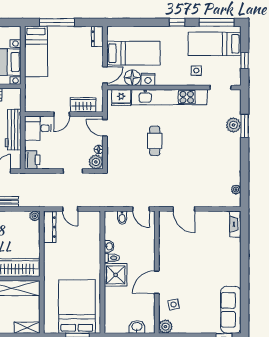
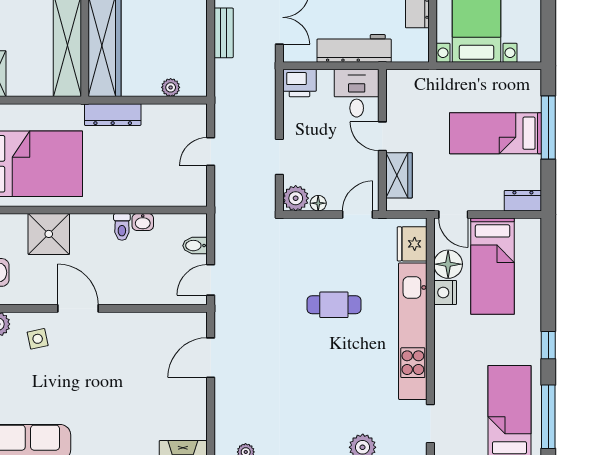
bed: (36, 52) -> (496, 133), moved
side table: (196, 71) -> (461, 380), removed
plant: (35, 216) -> (171, 87), moved
dresser: (50, 227) -> (113, 115), moved
shower: (116, 275) -> (49, 234), moved

